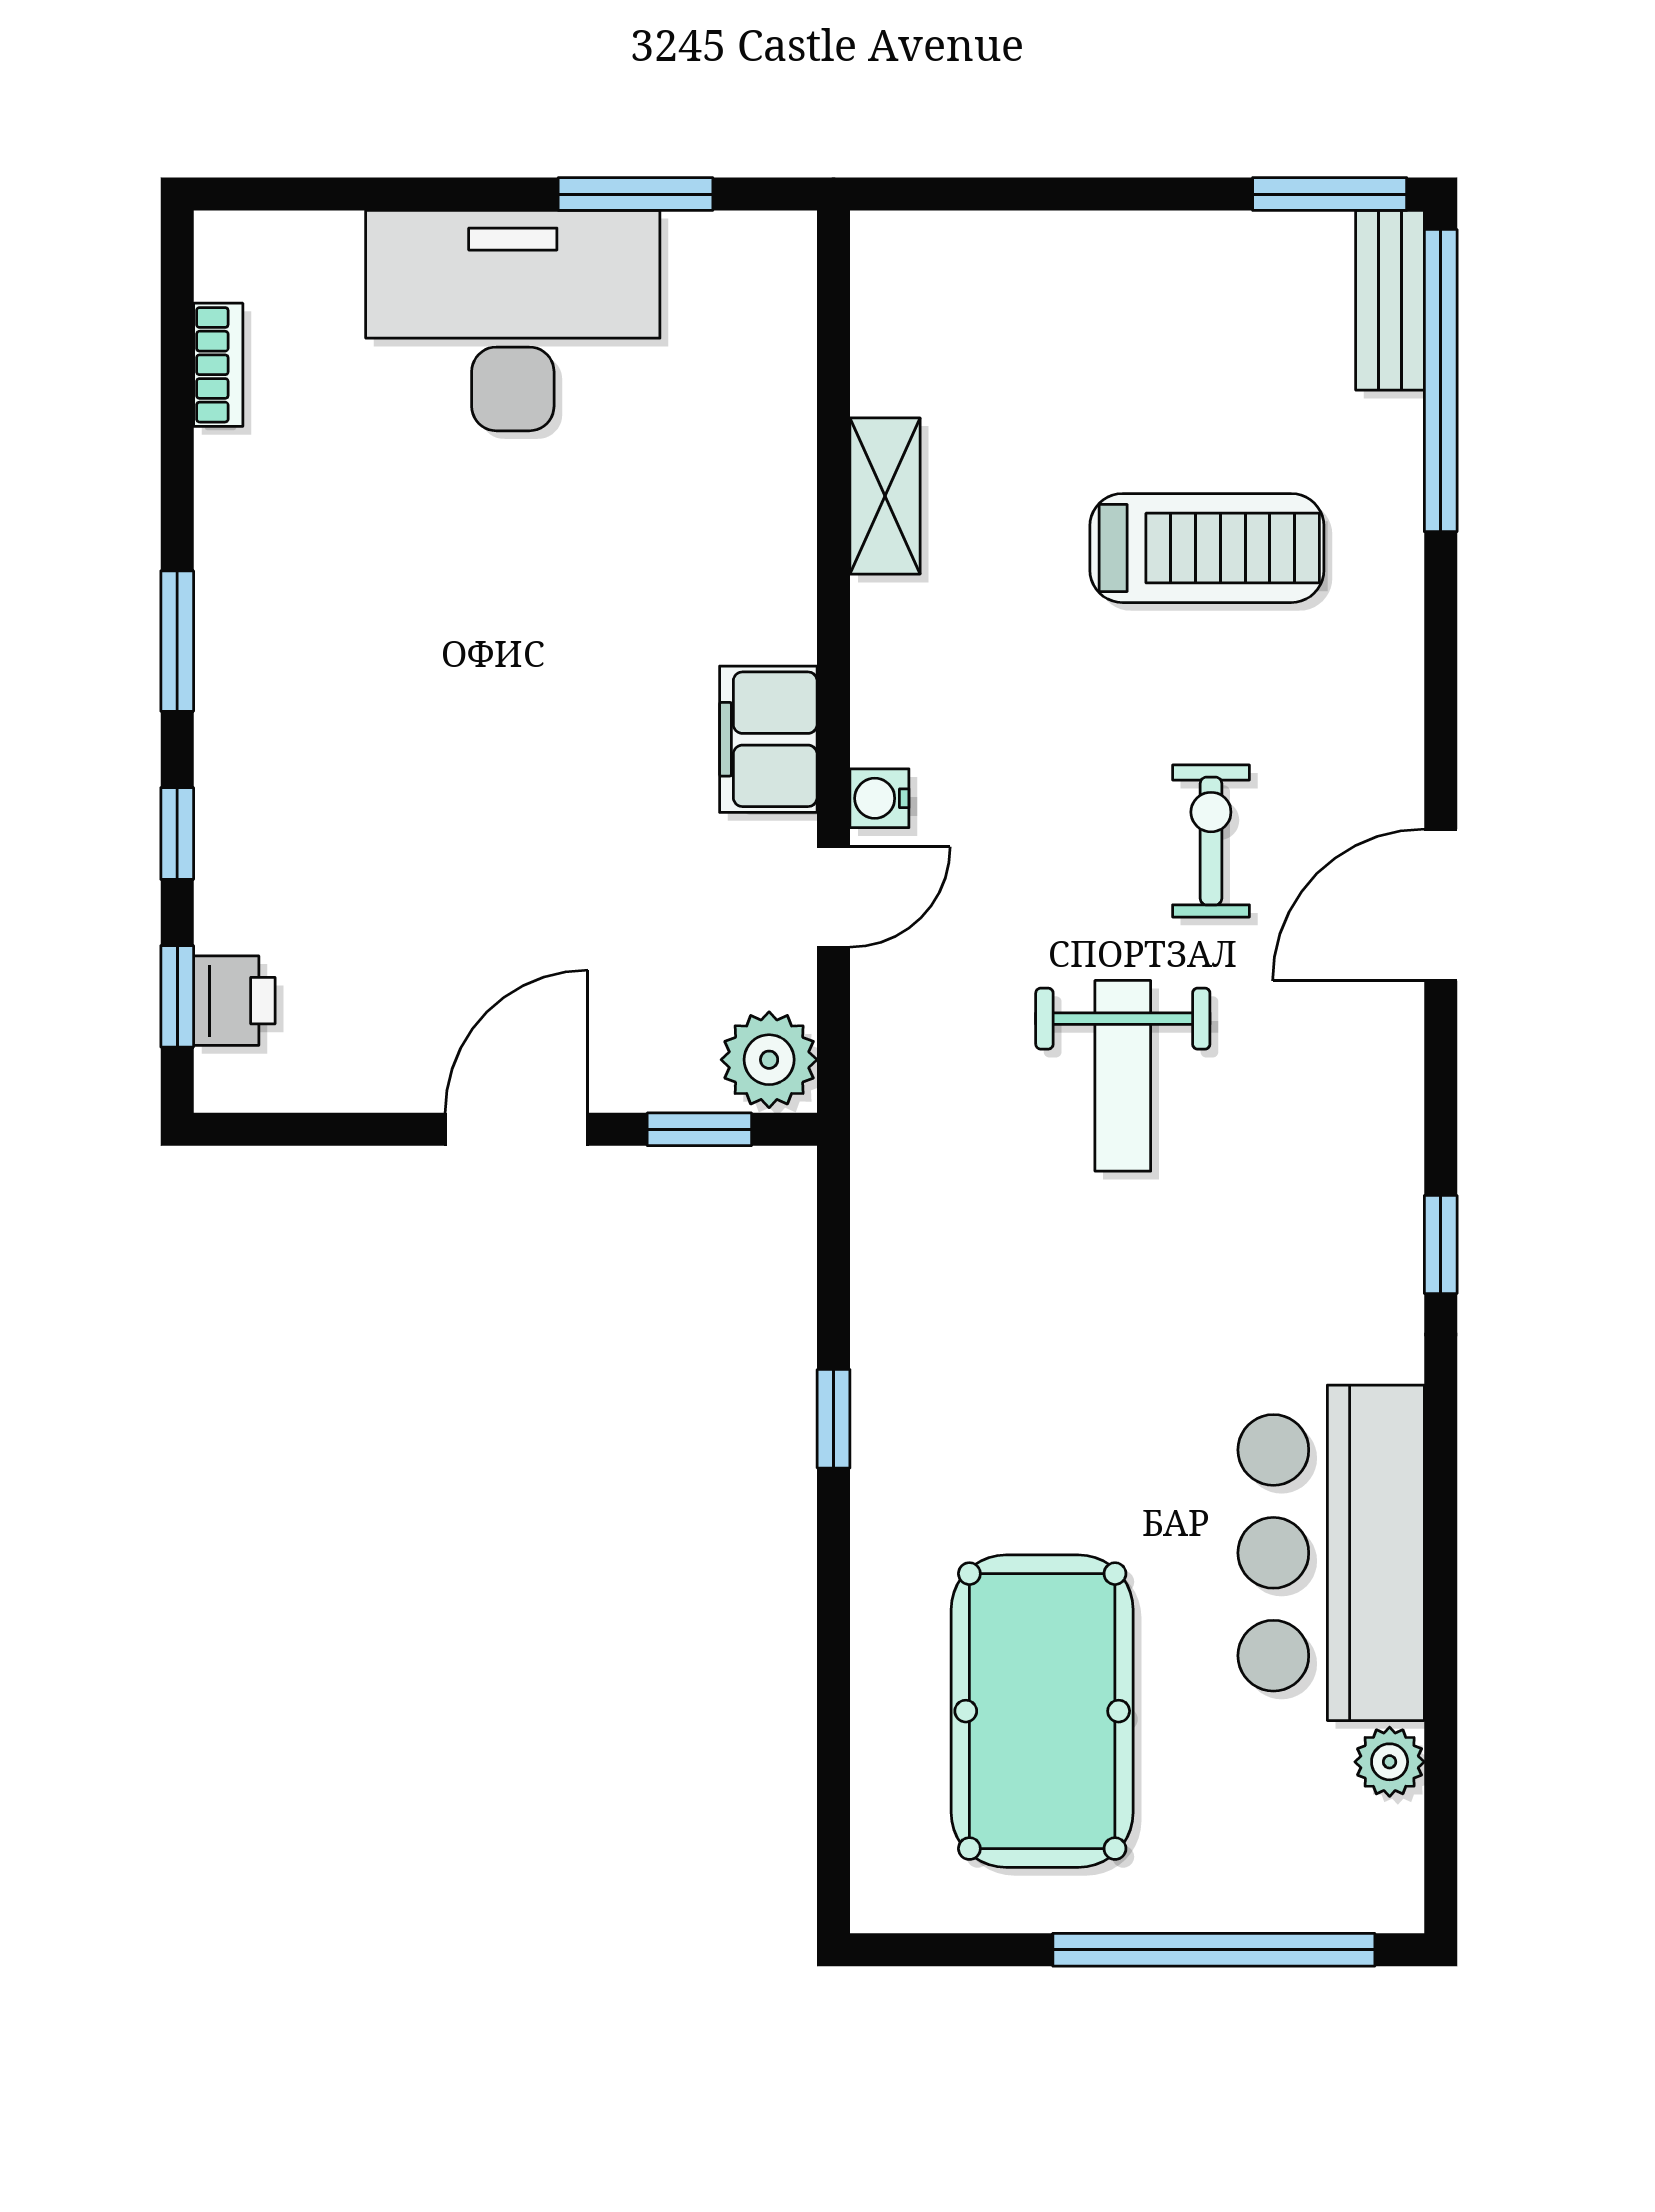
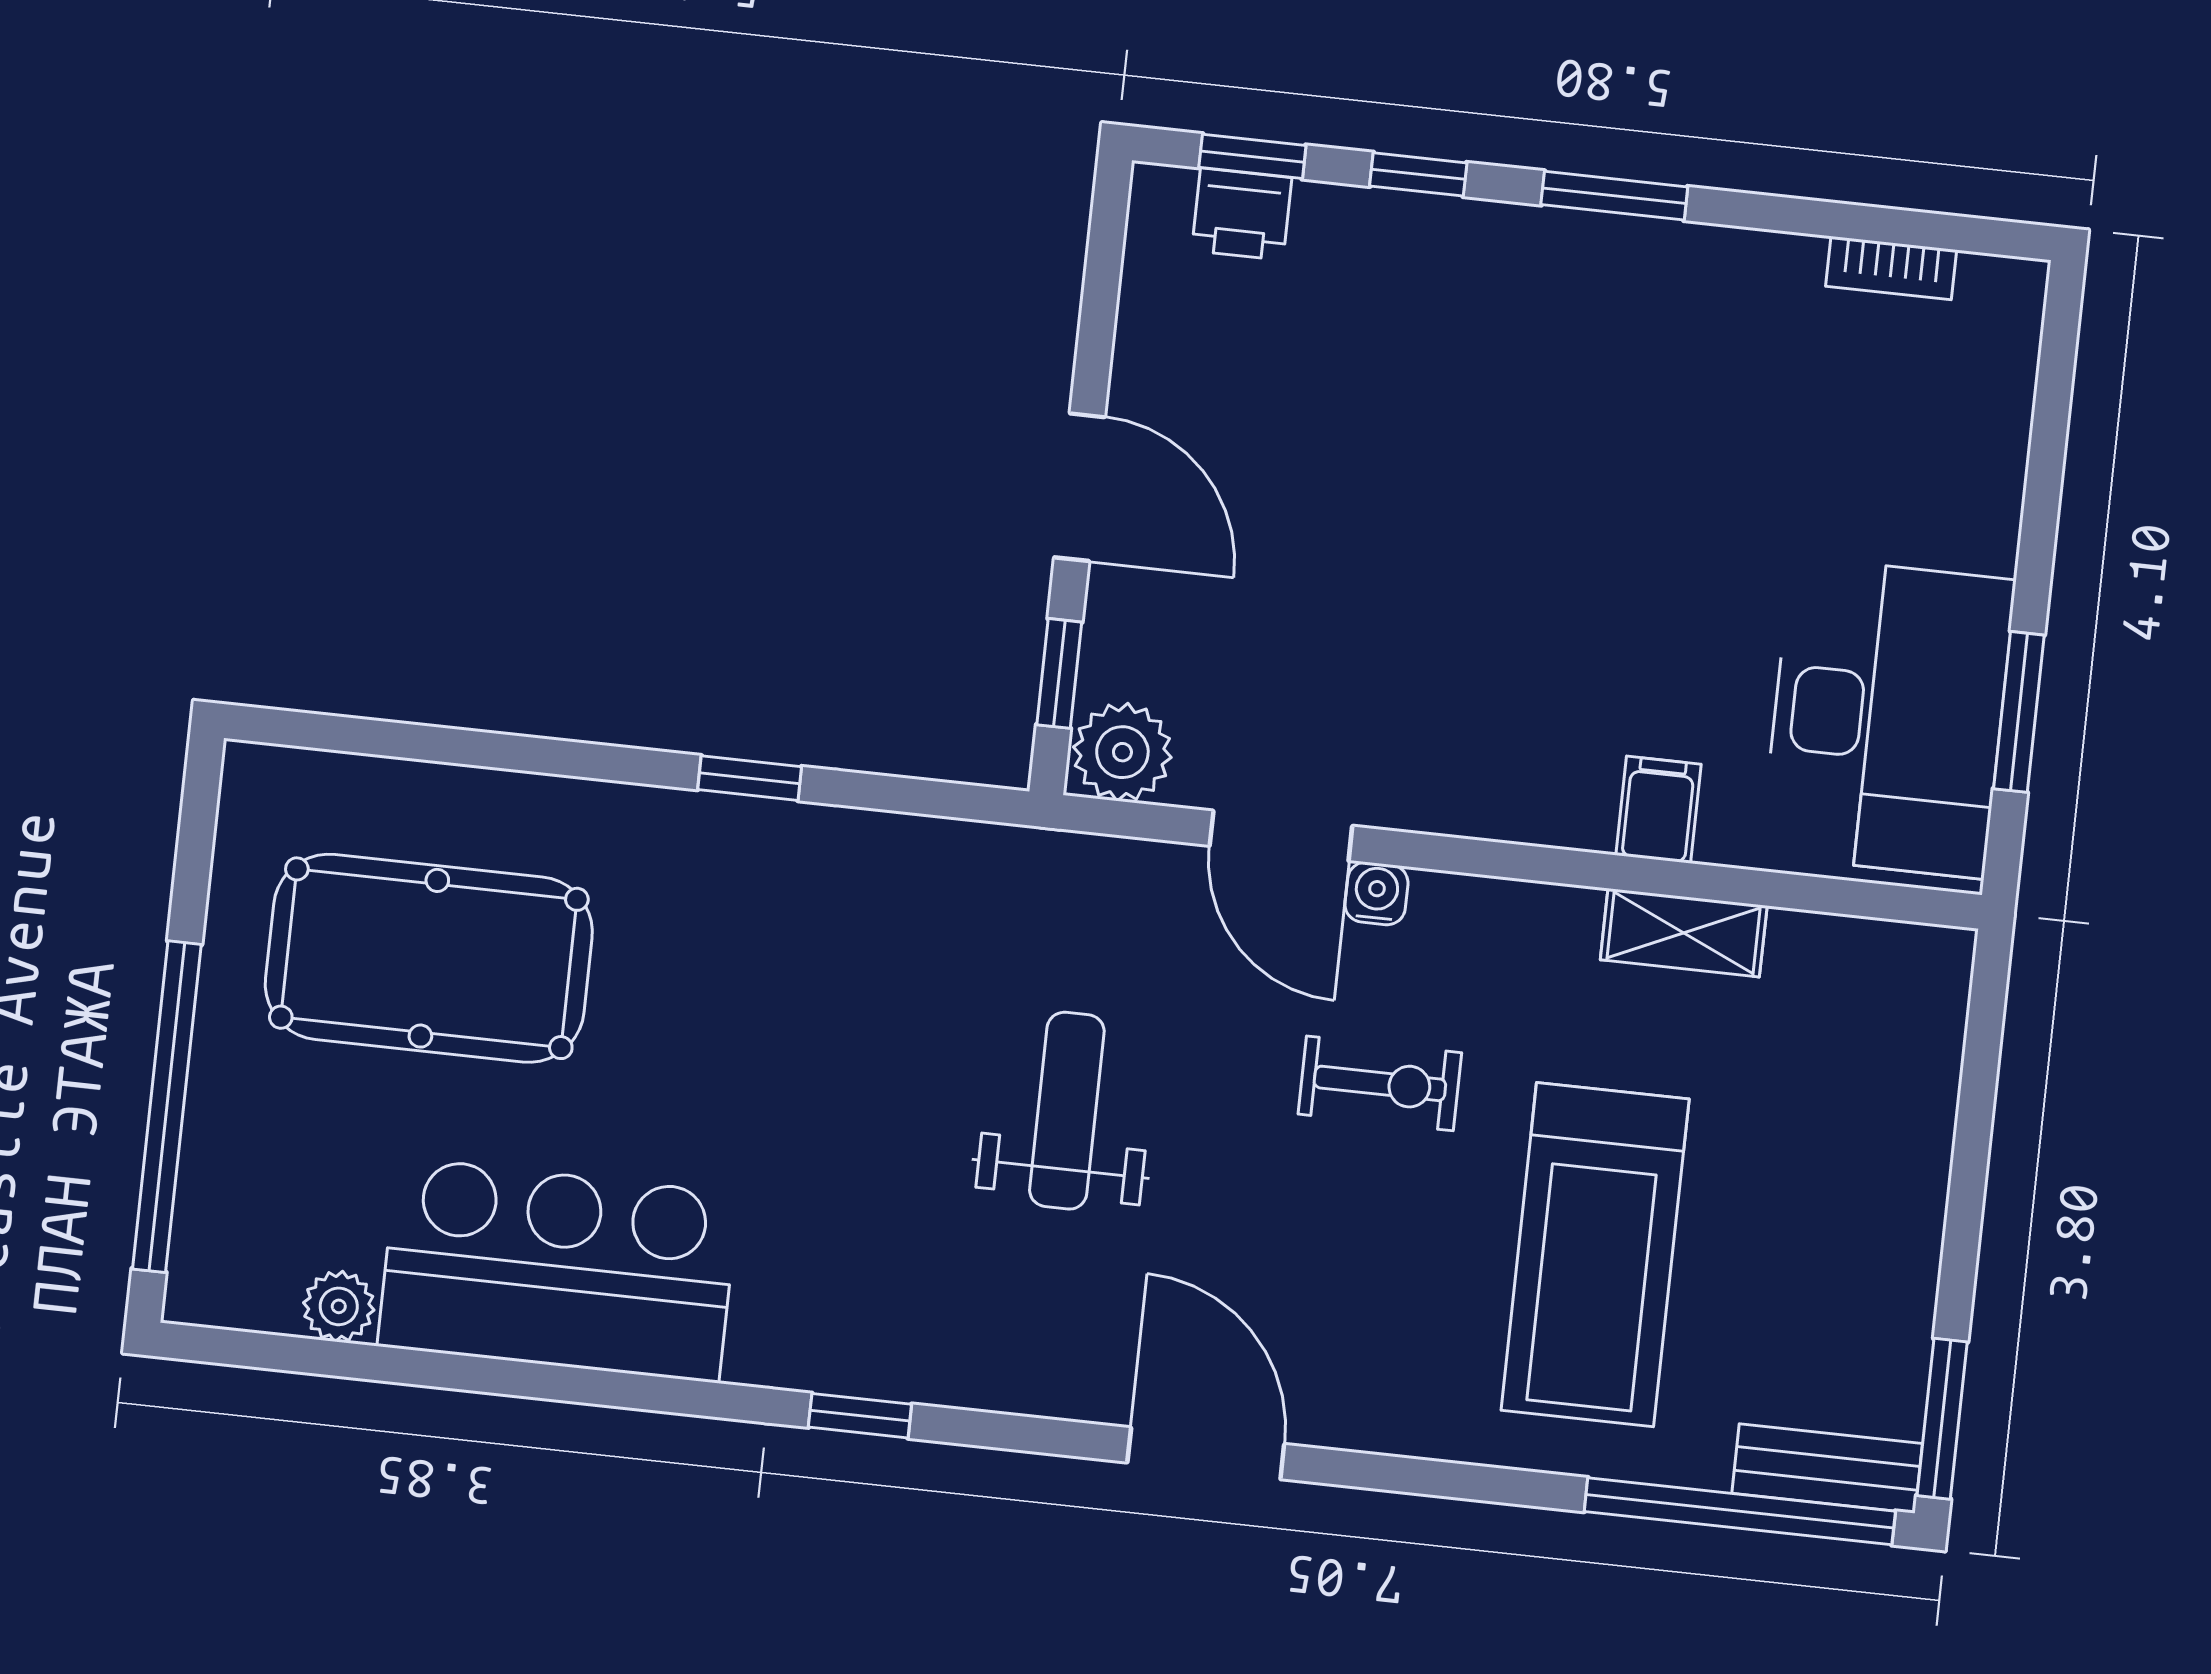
desk: (513, 321) -> (1888, 718), moved
treadmill: (1207, 548) -> (1595, 1255), width x1.37, depth x1.38
filing cabinet: (768, 739) -> (1658, 810), moved, width x0.50
exercise bike: (1211, 841) -> (1380, 1083), moved
door: (834, 897) -> (1281, 836), width x1.38
weight bench: (1123, 1076) -> (1067, 1111), turned 90

